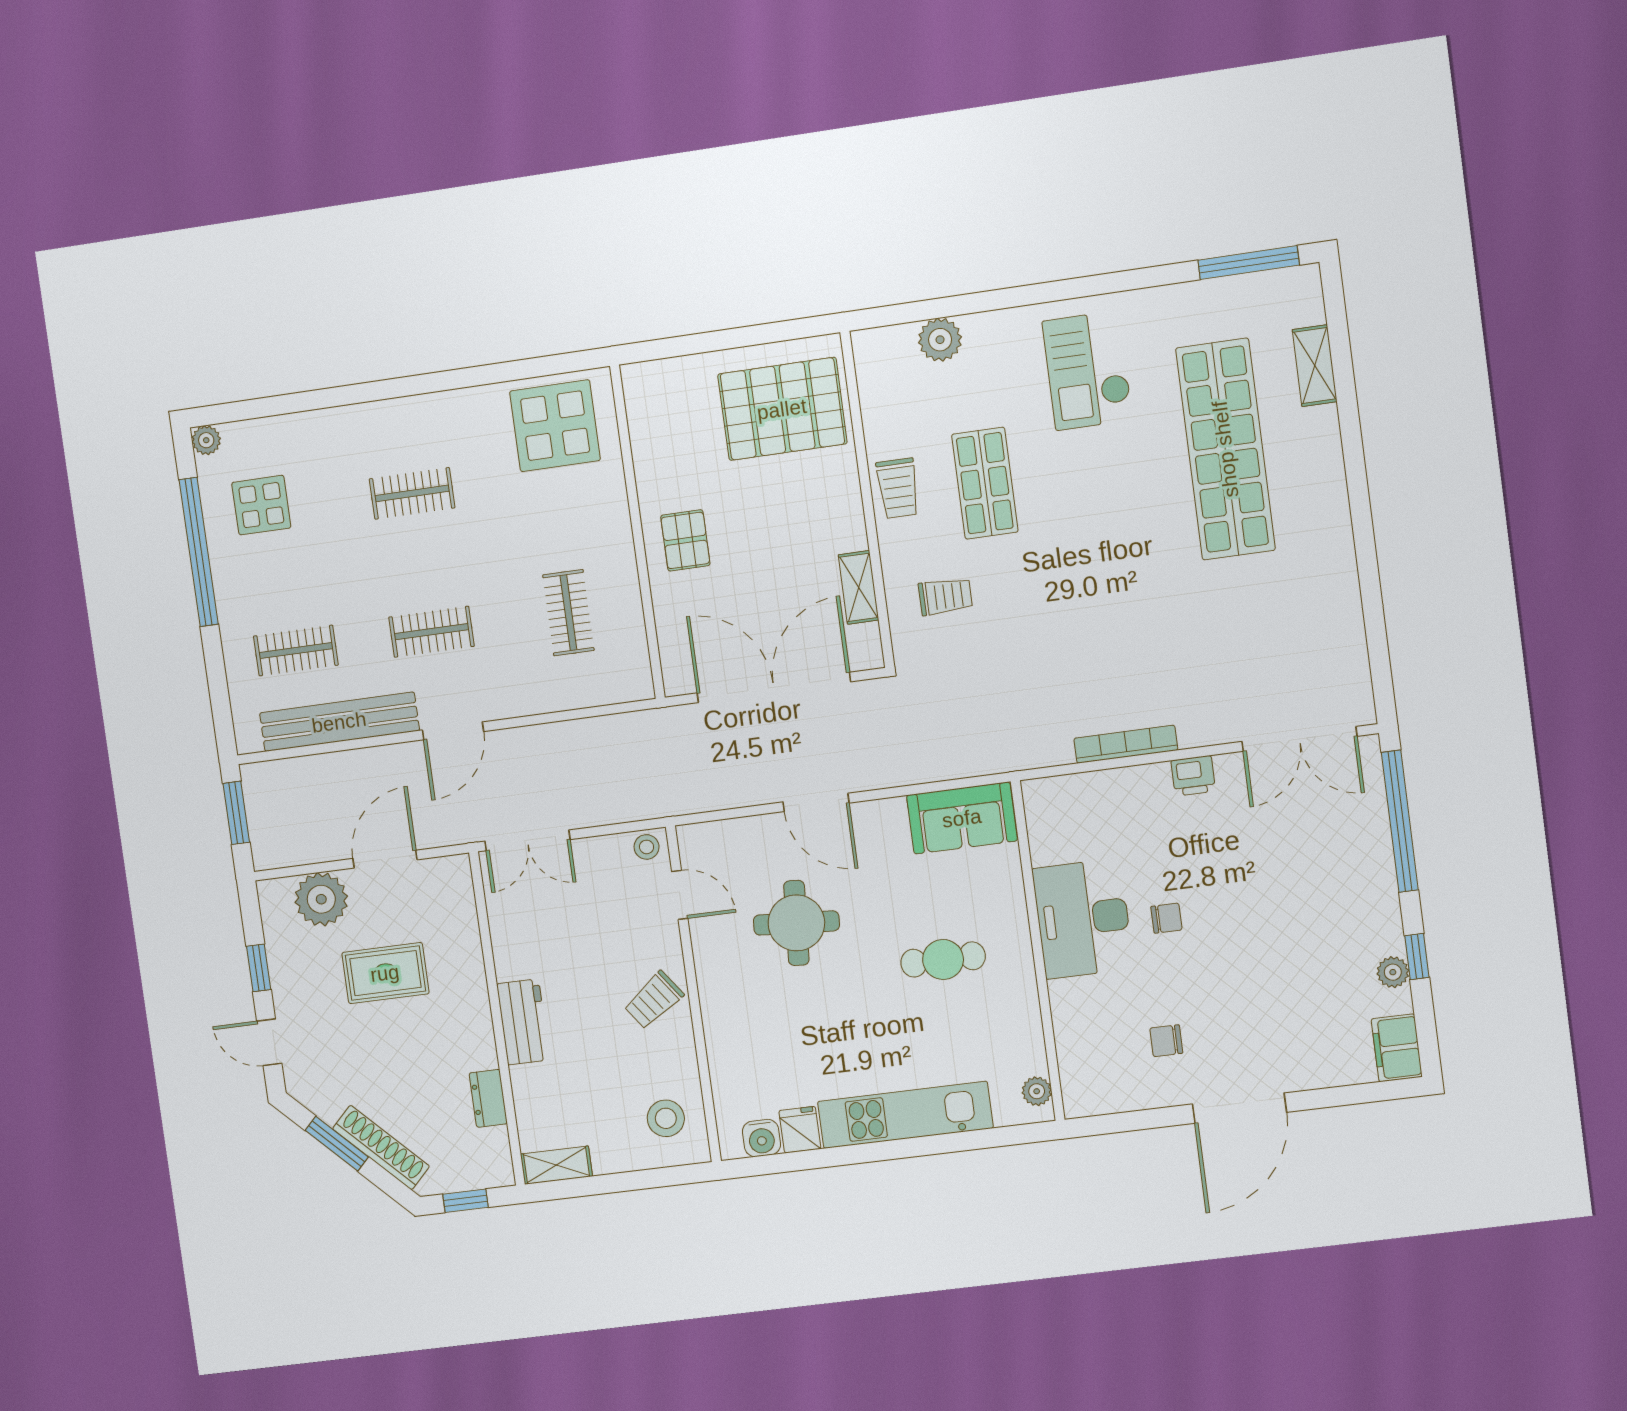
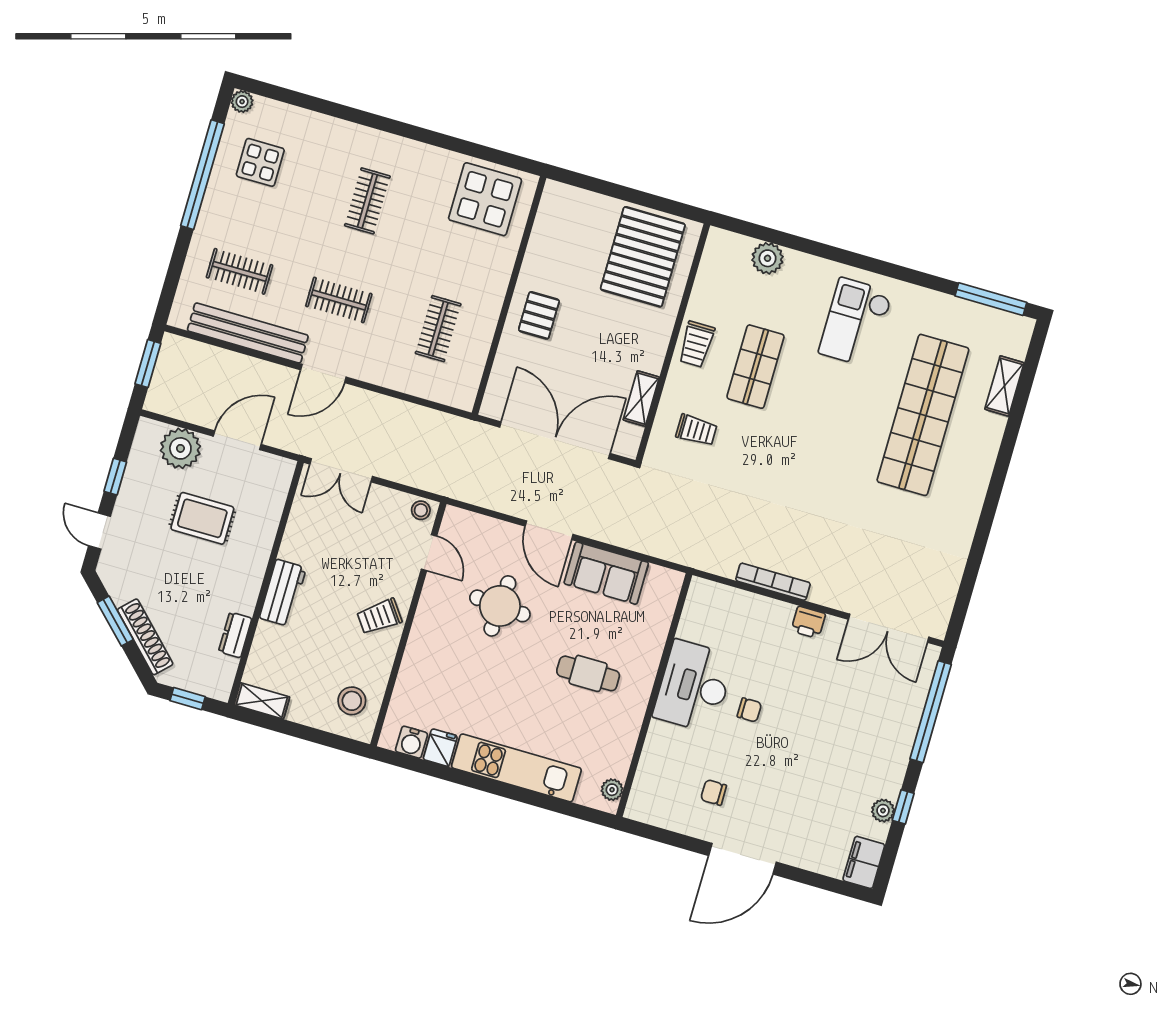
pallet: (782, 409) -> (643, 257), turned 90
clothes rail: (412, 493) -> (367, 201), turned 90
sofa: (962, 818) -> (606, 573), moved

